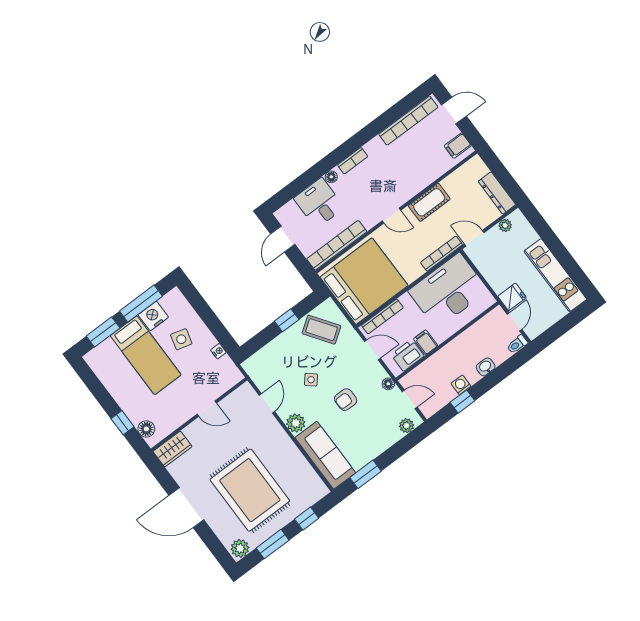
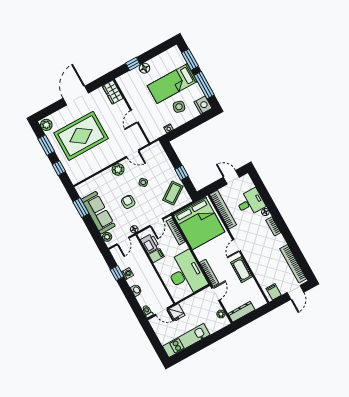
nightstand: (153, 316) -> (203, 105), moved
floor lamp: (146, 429) -> (144, 68), moved
sofa: (325, 455) -> (98, 213), moved, turned -90

